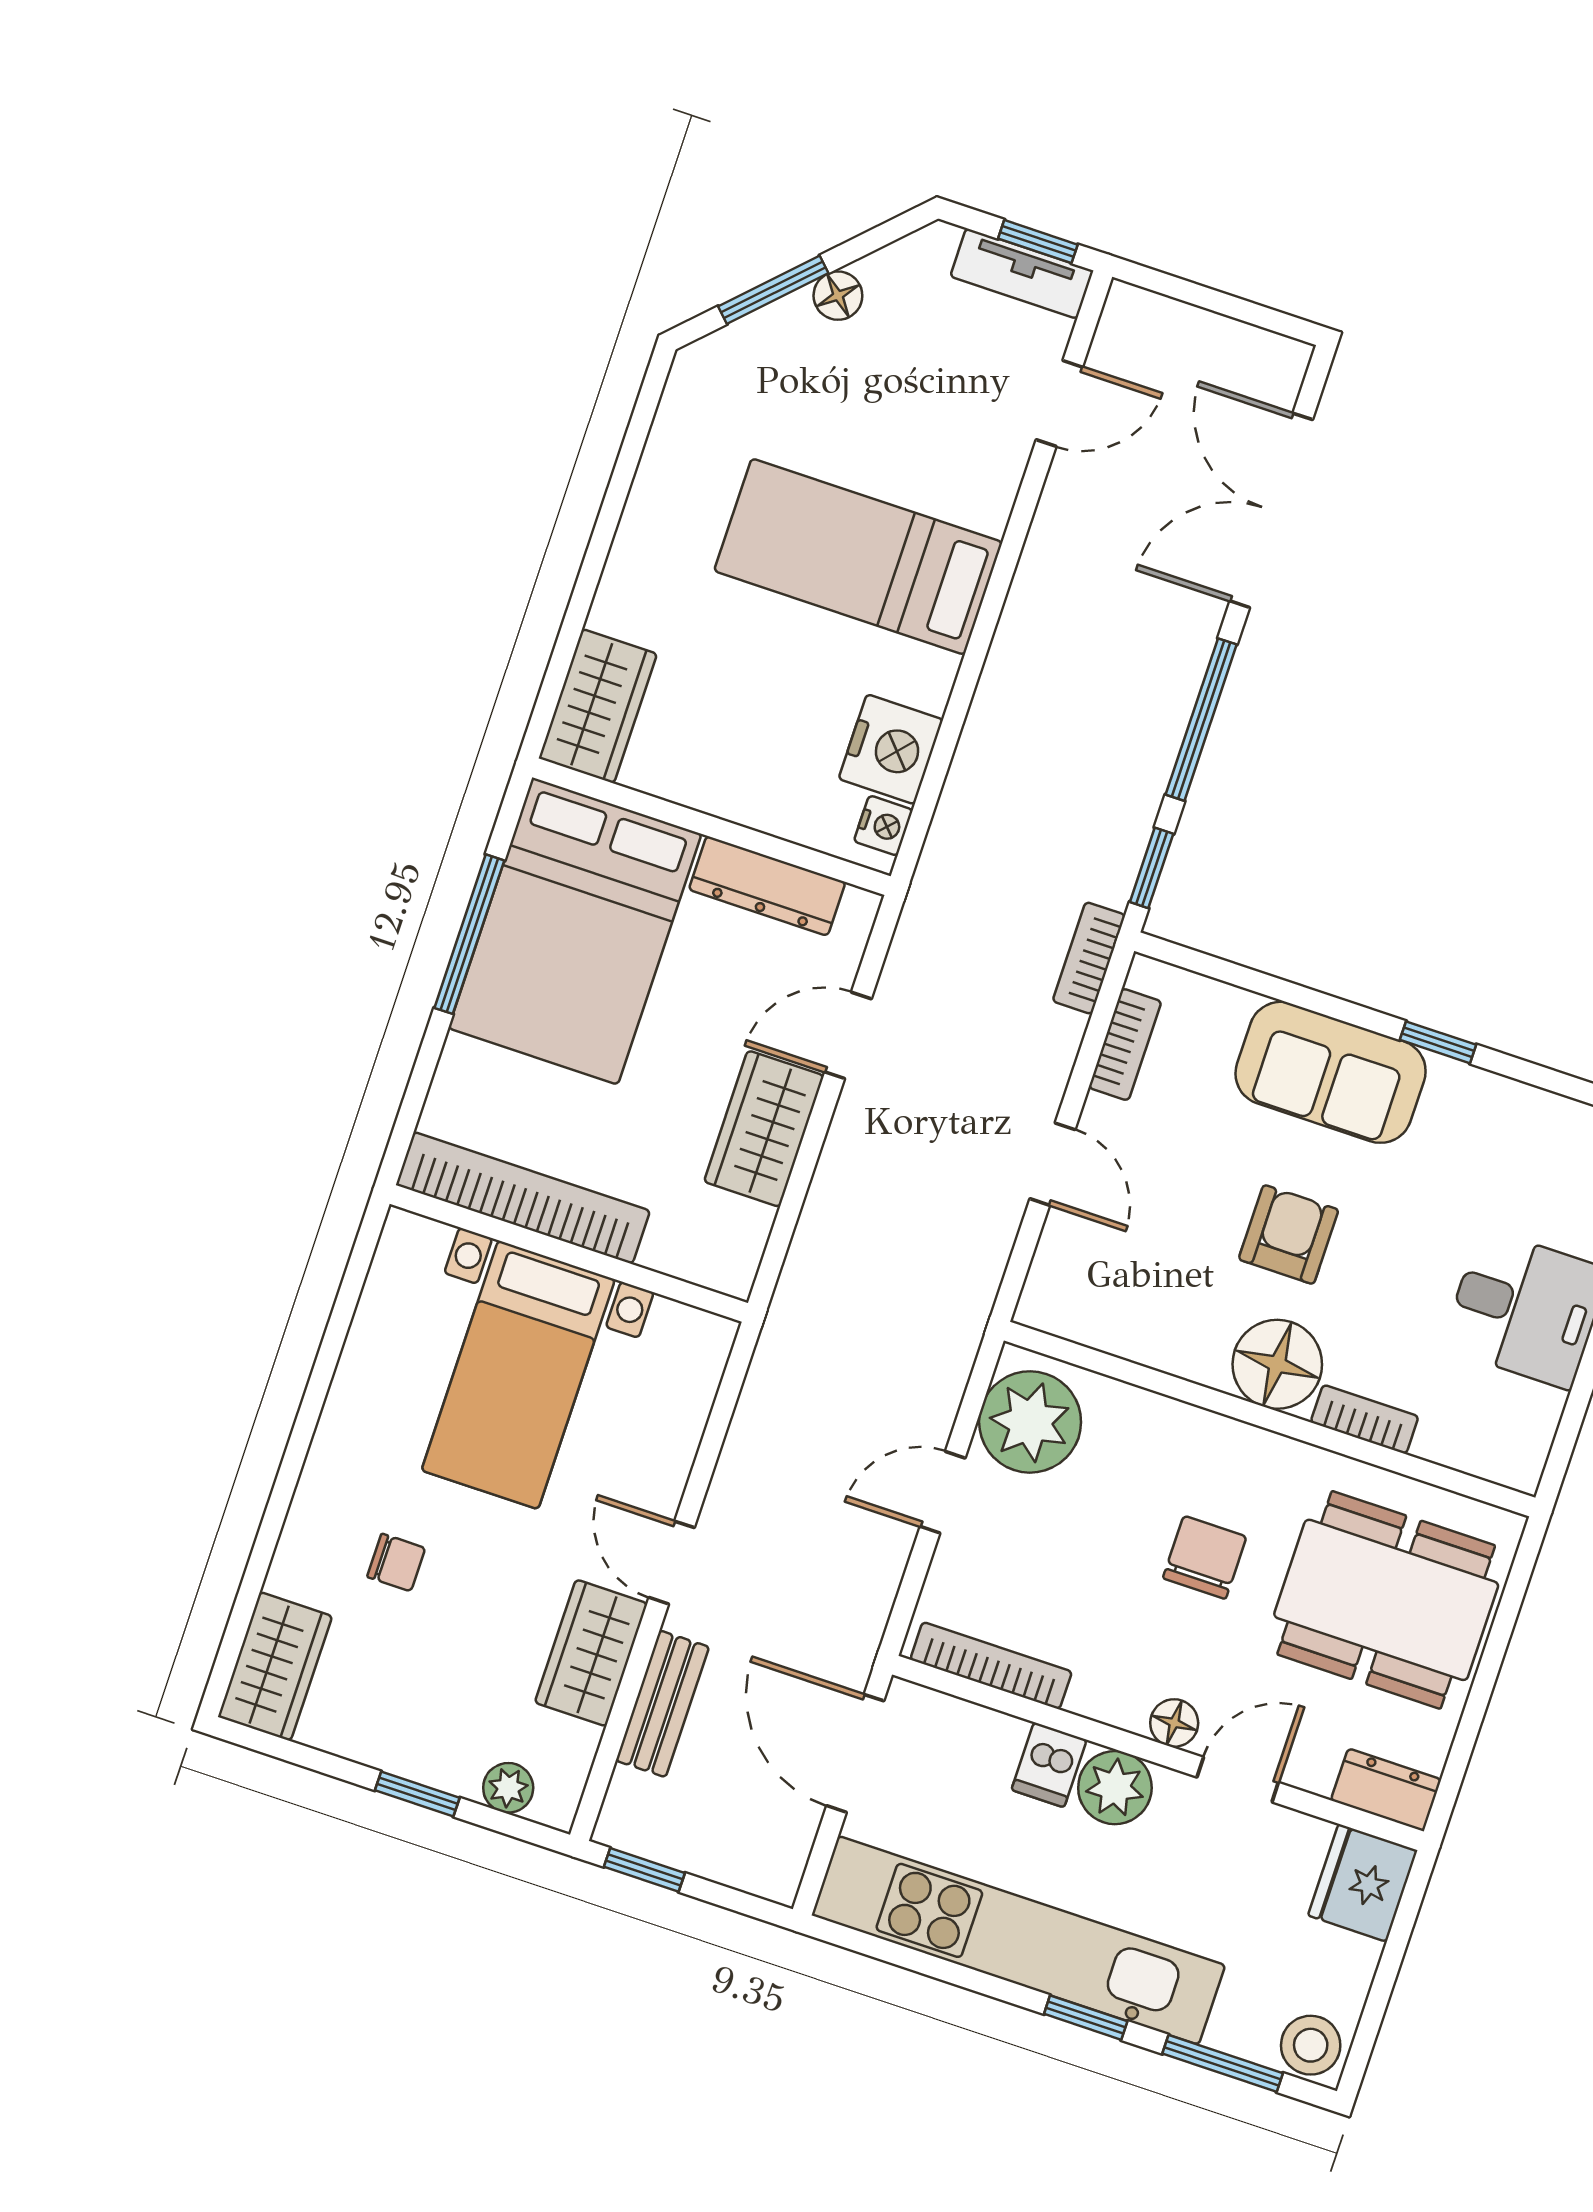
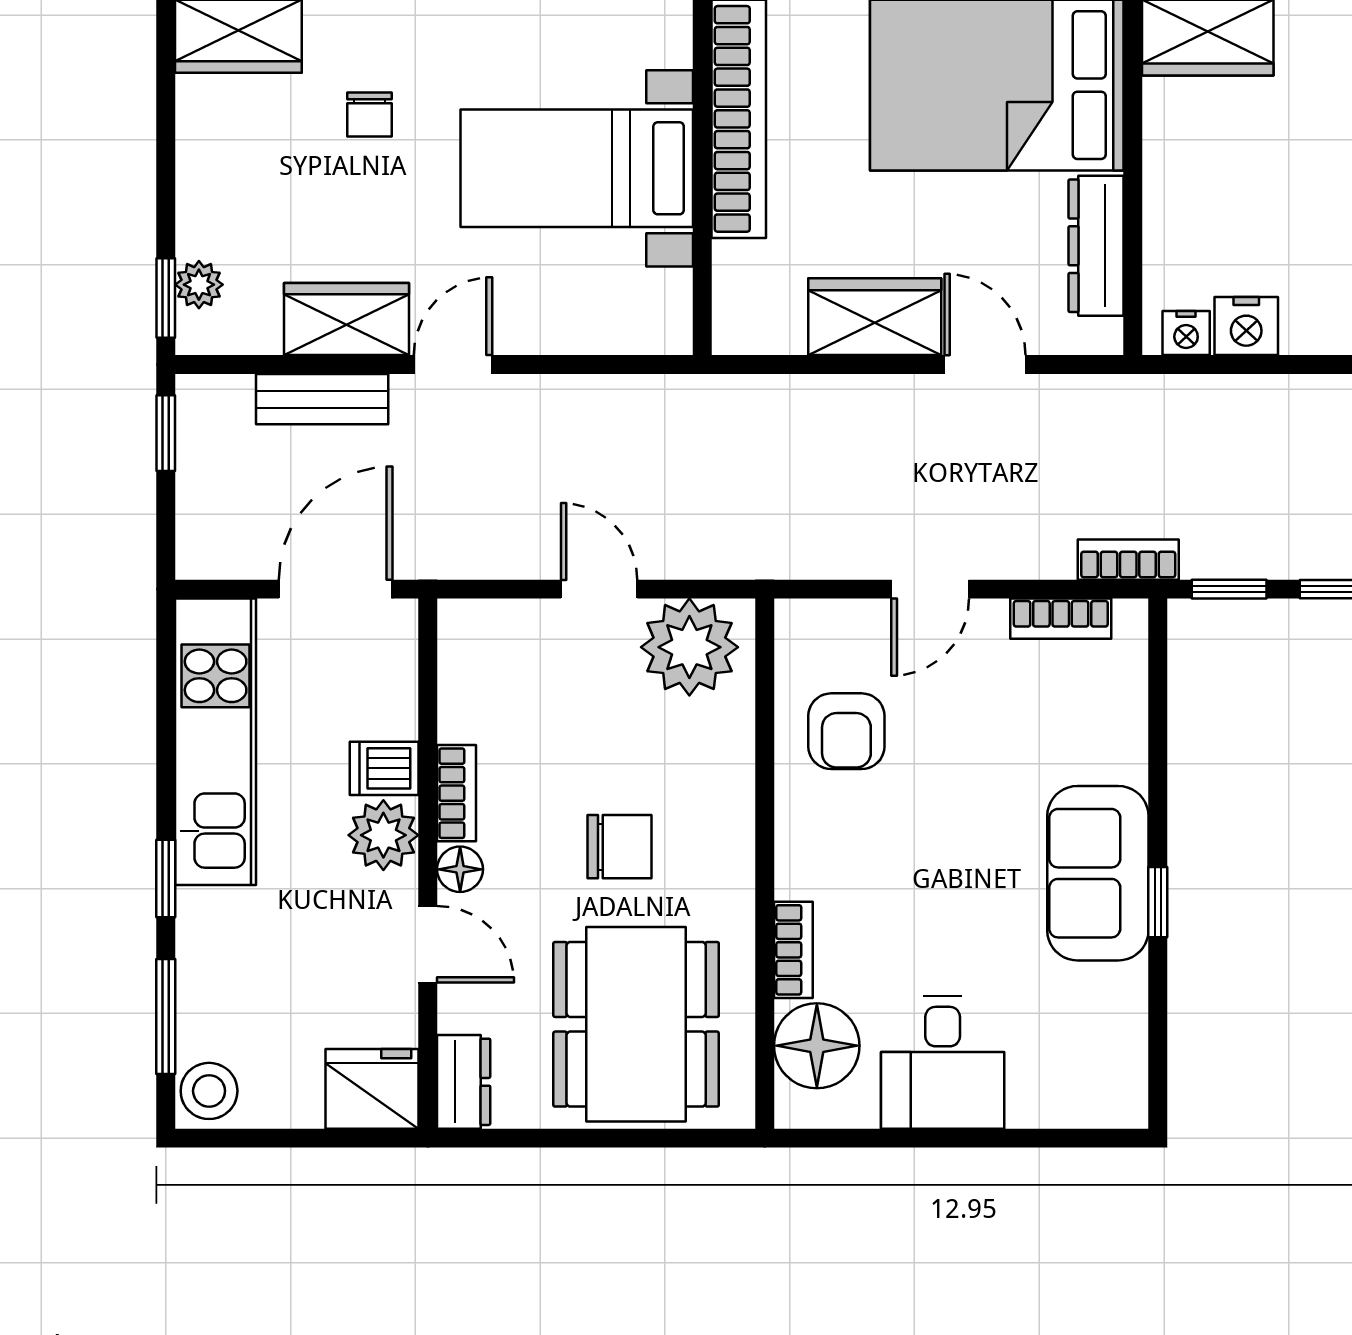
nightstand: (891, 749) -> (1246, 326), width x0.74, depth x0.75
sofa: (1331, 1072) -> (1098, 873), moved
armchair: (1289, 1235) -> (846, 731), moved, turned 90
floor lamp: (1277, 1364) -> (817, 1046), moved
bookcase: (991, 1666) -> (456, 793), moved, width x0.64
window: (417, 1794) -> (166, 298), moved
kitchen unit: (1018, 1940) -> (216, 742), width x0.73

